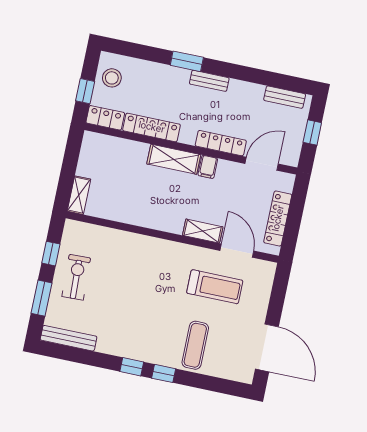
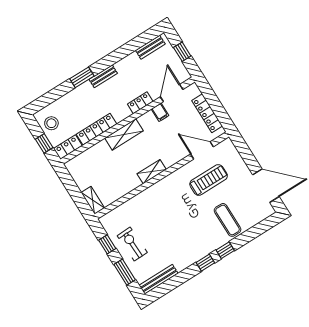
locker: (221, 143) -> (140, 103), width x0.66
filing cabinet: (208, 167) -> (160, 112), moved
shelving: (203, 231) -> (152, 172), moved

